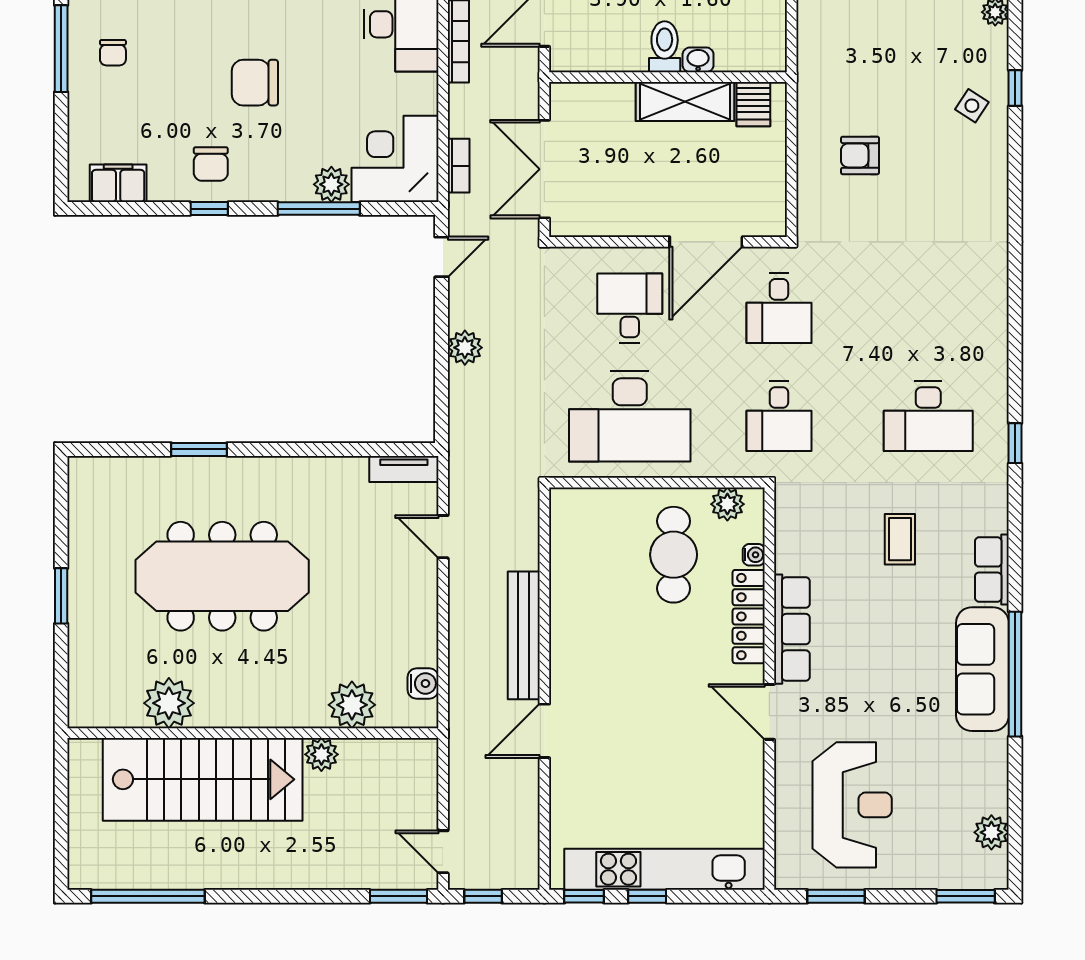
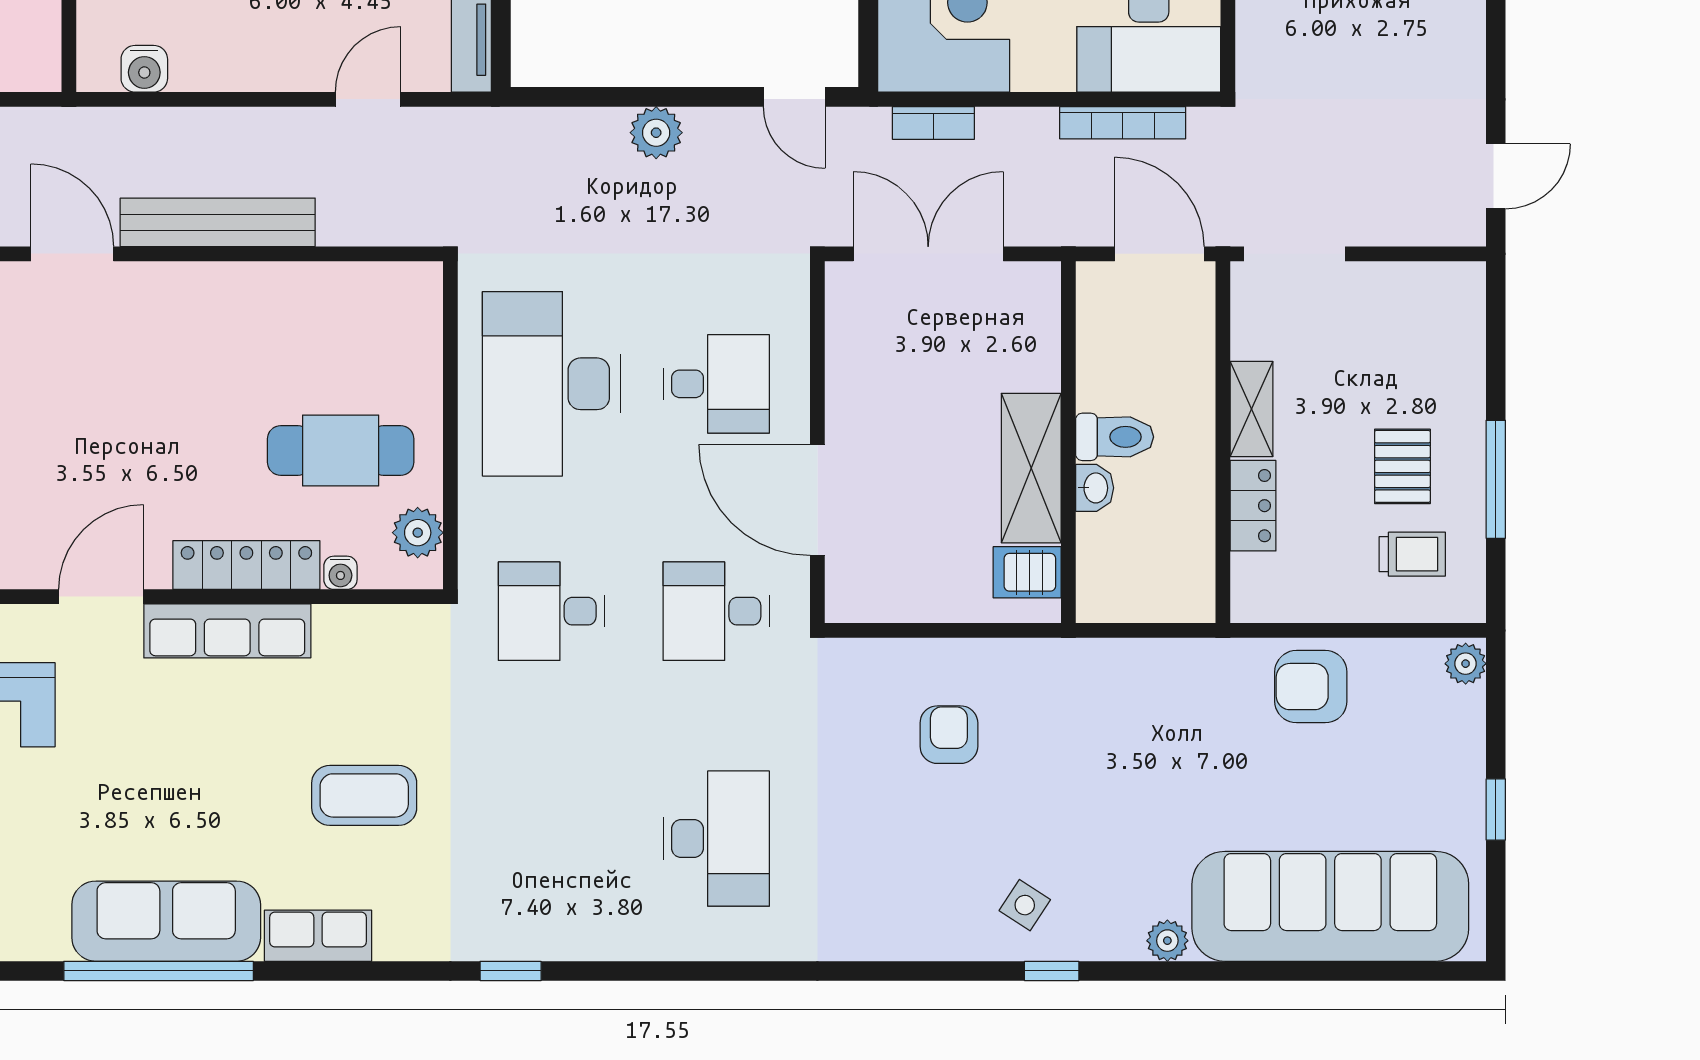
desk: (928, 416) -> (716, 839), moved, turned 180
coffee table: (900, 539) -> (364, 795), width x1.36, depth x1.30

